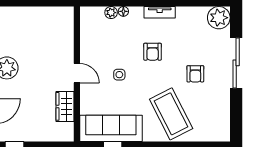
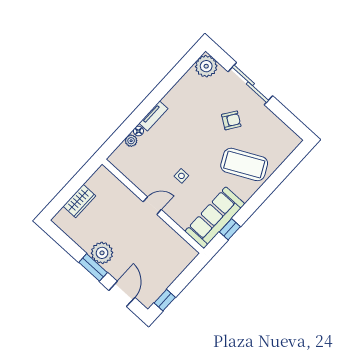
tv unit: (160, 12) -> (153, 116), moved
armchair: (153, 52) -> (187, 137), removed
armchair: (195, 74) -> (231, 120), turned -56
wardrobe: (65, 106) -> (79, 201), moved, turned -90

